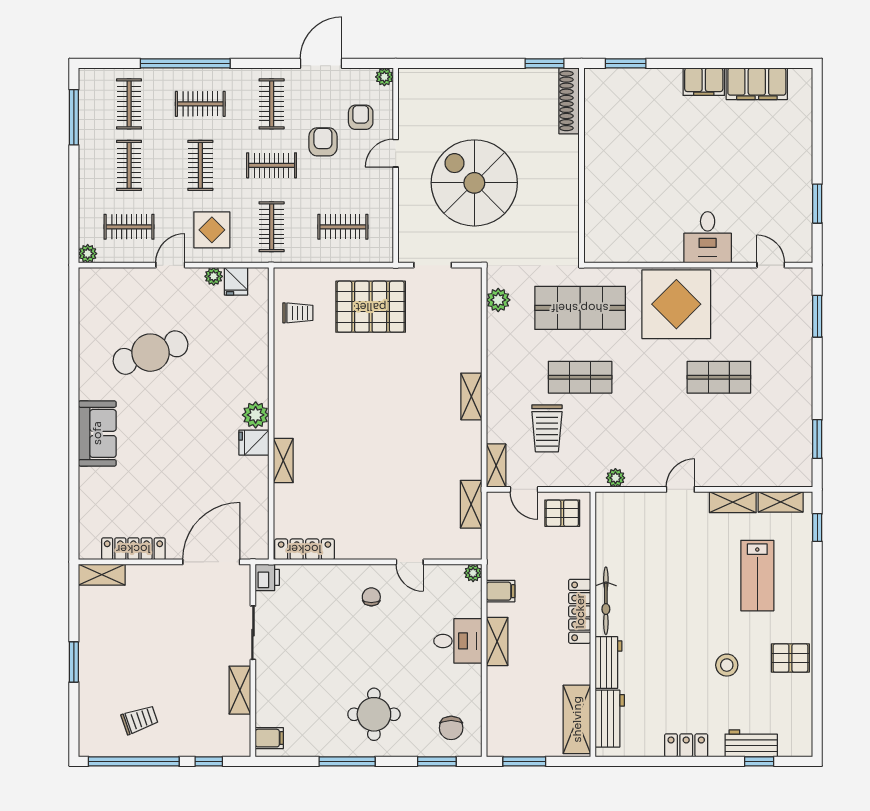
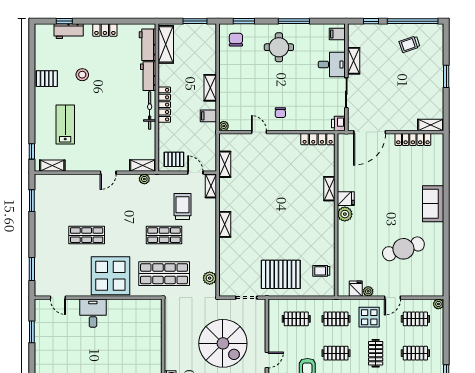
clothes rail: (129, 165) -> (415, 353), turned 90
clothes rail: (272, 227) -> (336, 319), turned 90
shelving: (733, 502) -> (143, 165), moved
desk: (458, 641) -> (332, 64), moved, turned 180

